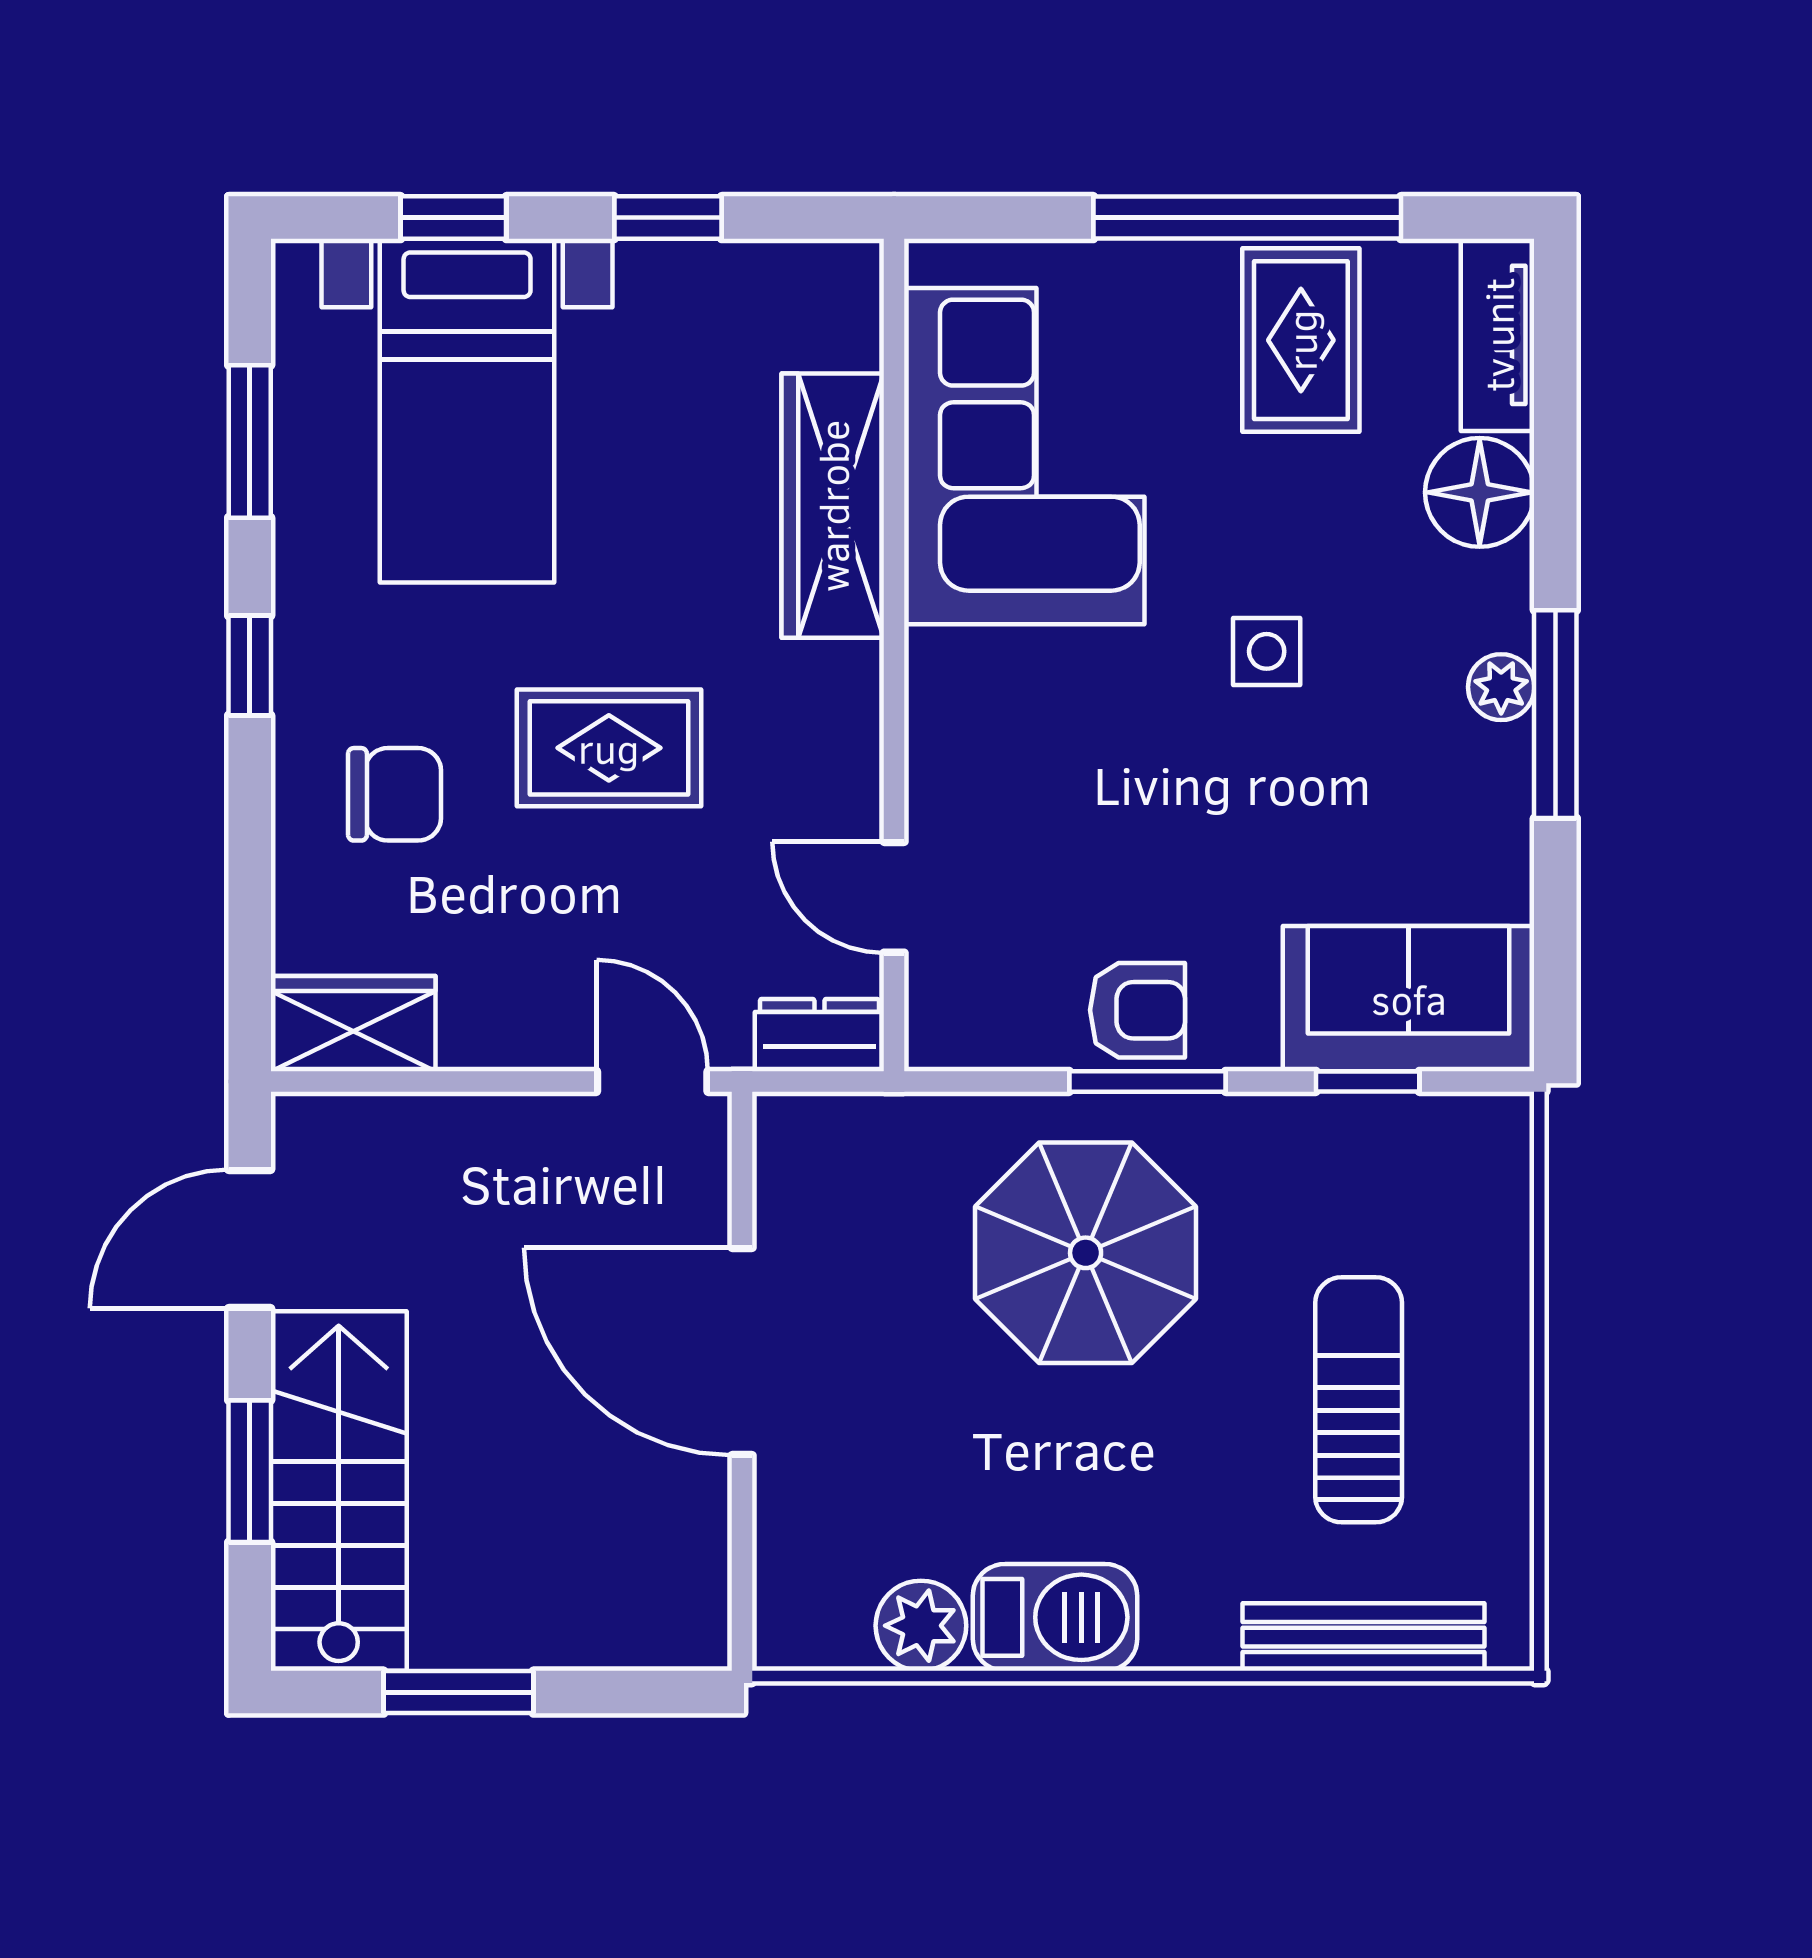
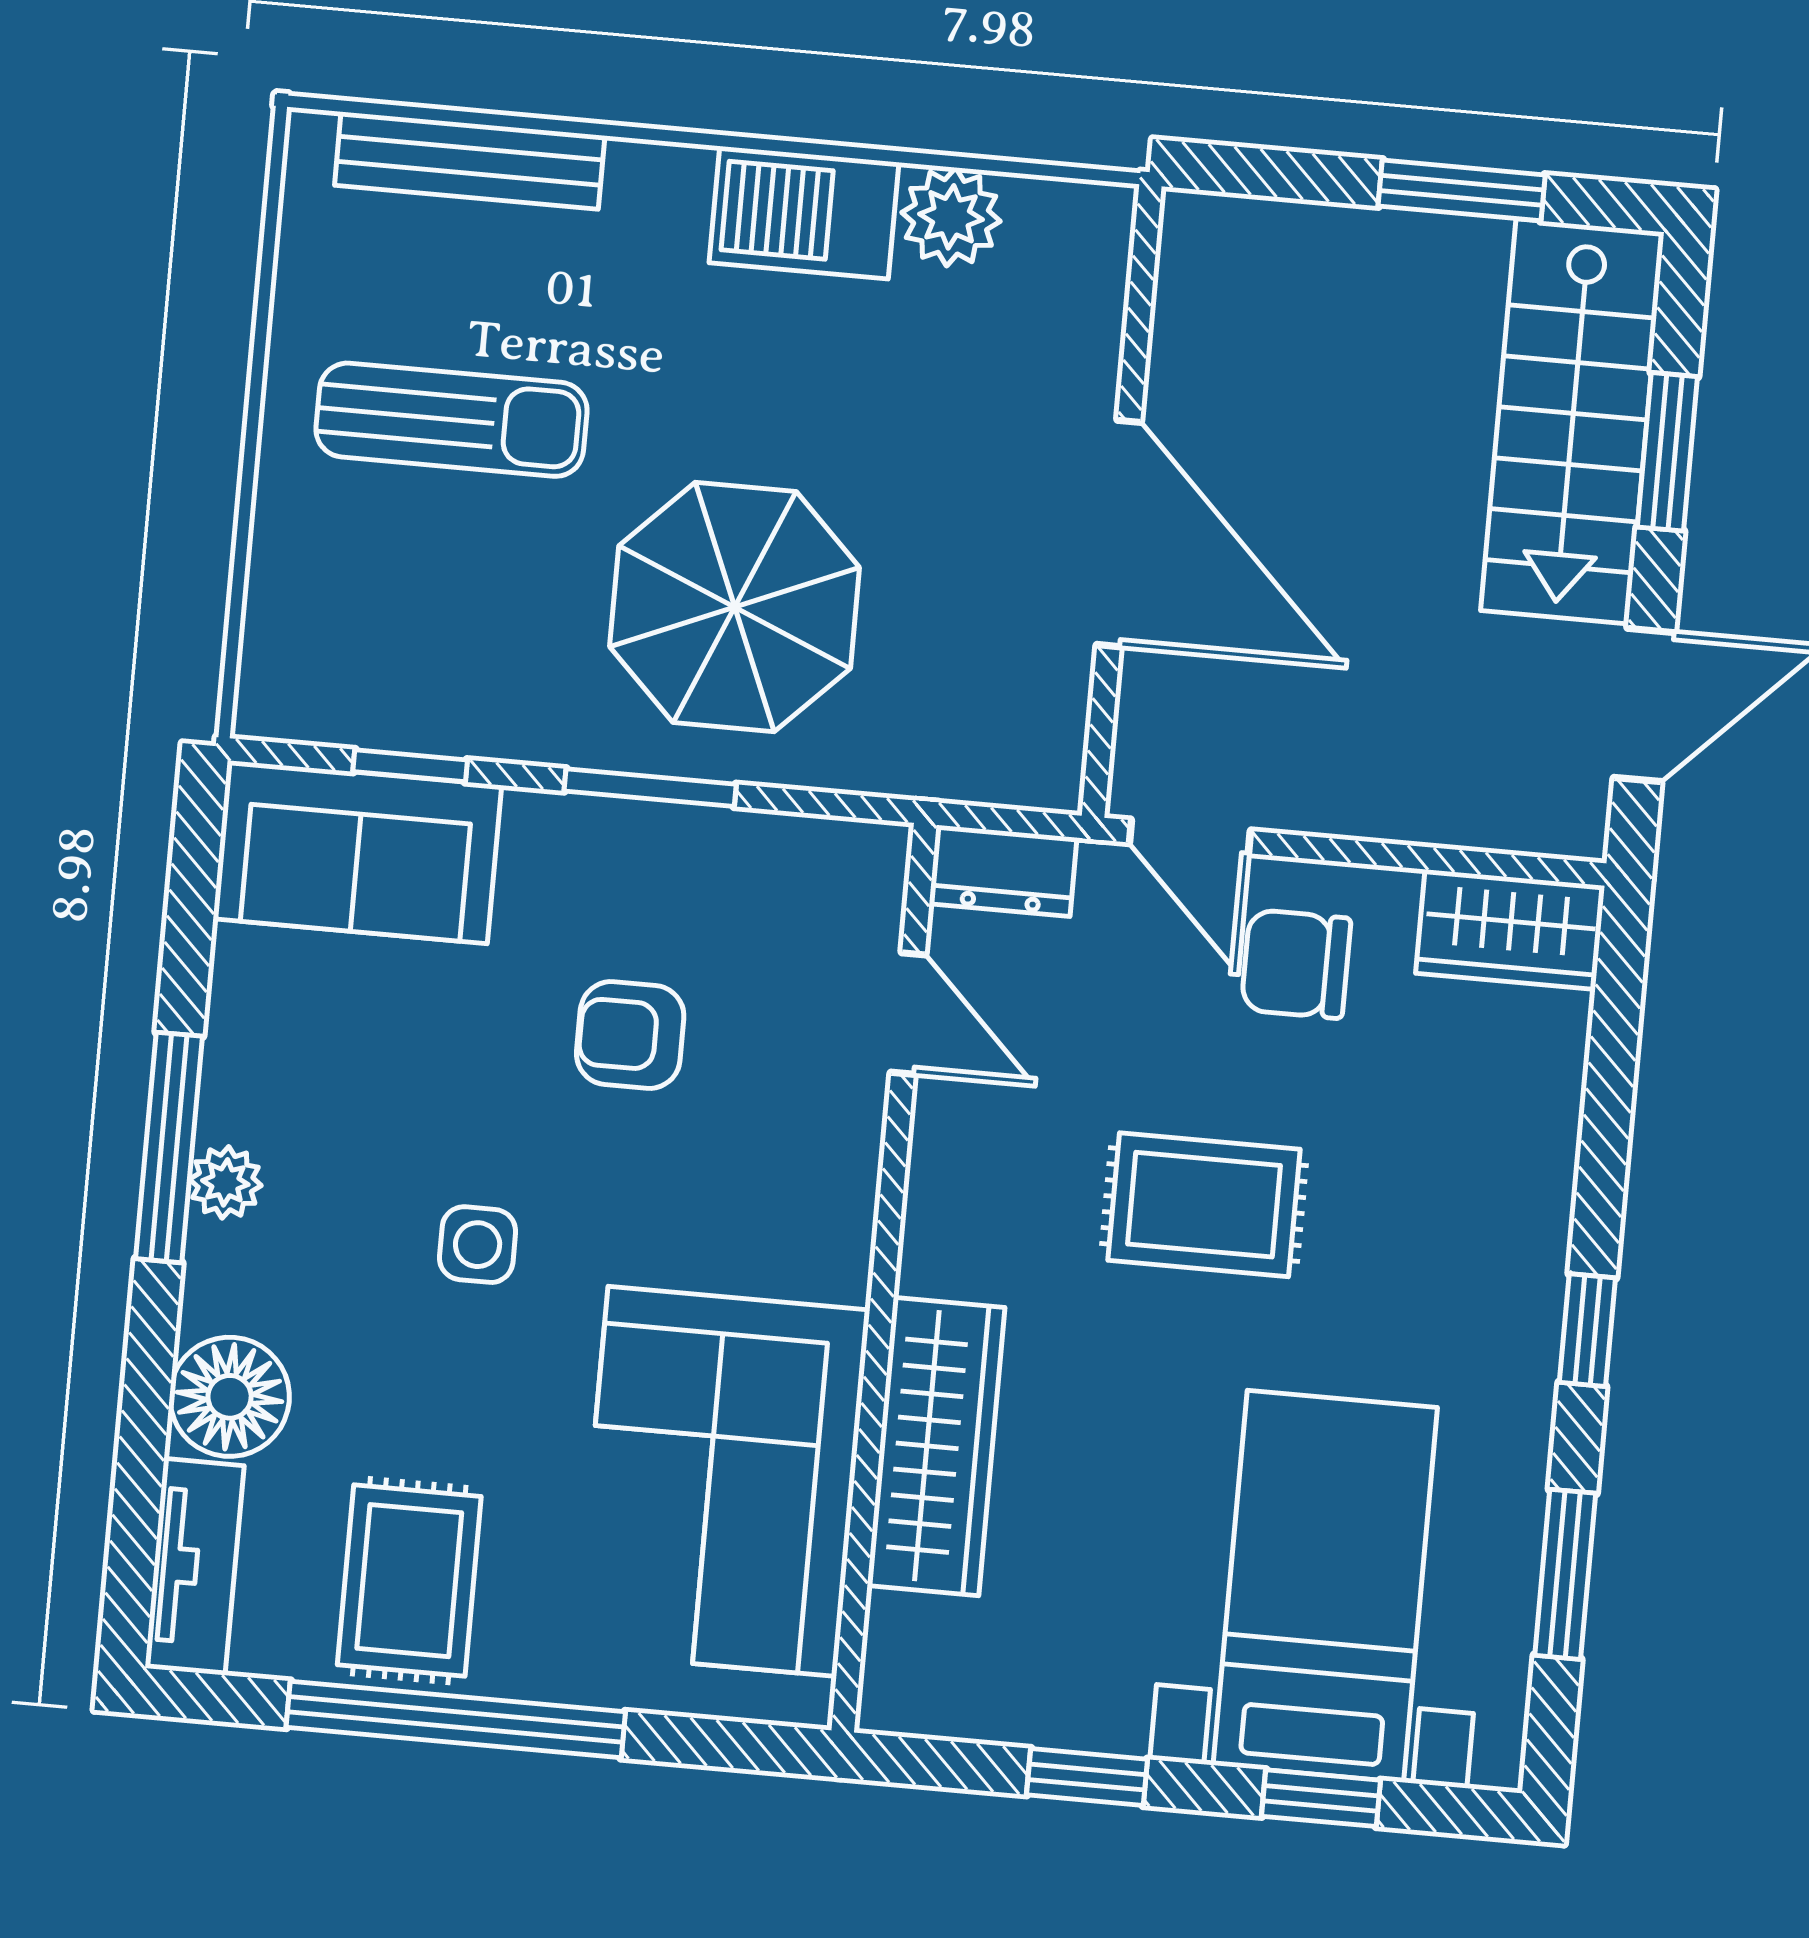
chair: (395, 794) -> (1296, 964), moved
armchair: (1137, 1010) -> (630, 1035), moved
sun lounger: (1359, 1400) -> (451, 420), turned -90

